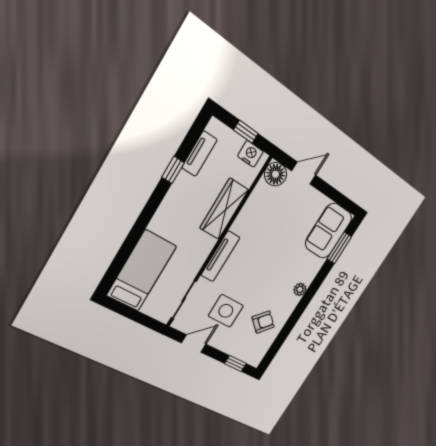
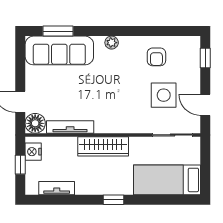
window: (173, 170) -> (114, 200), moved
wardrobe: (224, 209) -> (103, 146), moved
sofa: (329, 231) -> (59, 50), width x1.36
tv unit: (220, 256) -> (70, 127), moved
armchair: (263, 322) -> (156, 57), turned -132

